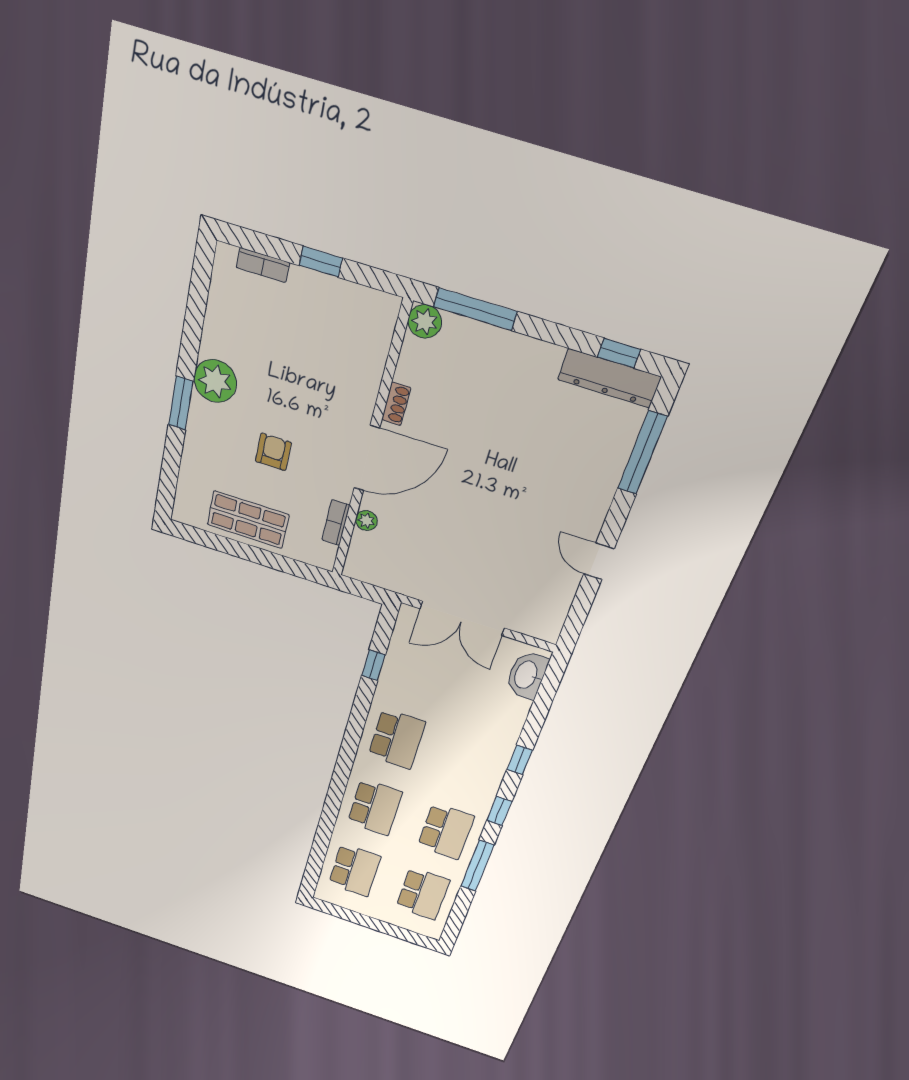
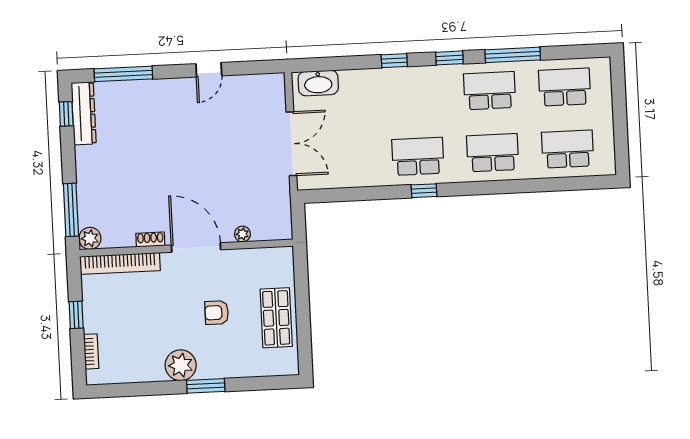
bookcase: (336, 523) -> (120, 263), moved, width x2.31, depth x1.31
window: (373, 665) -> (424, 191), moved

